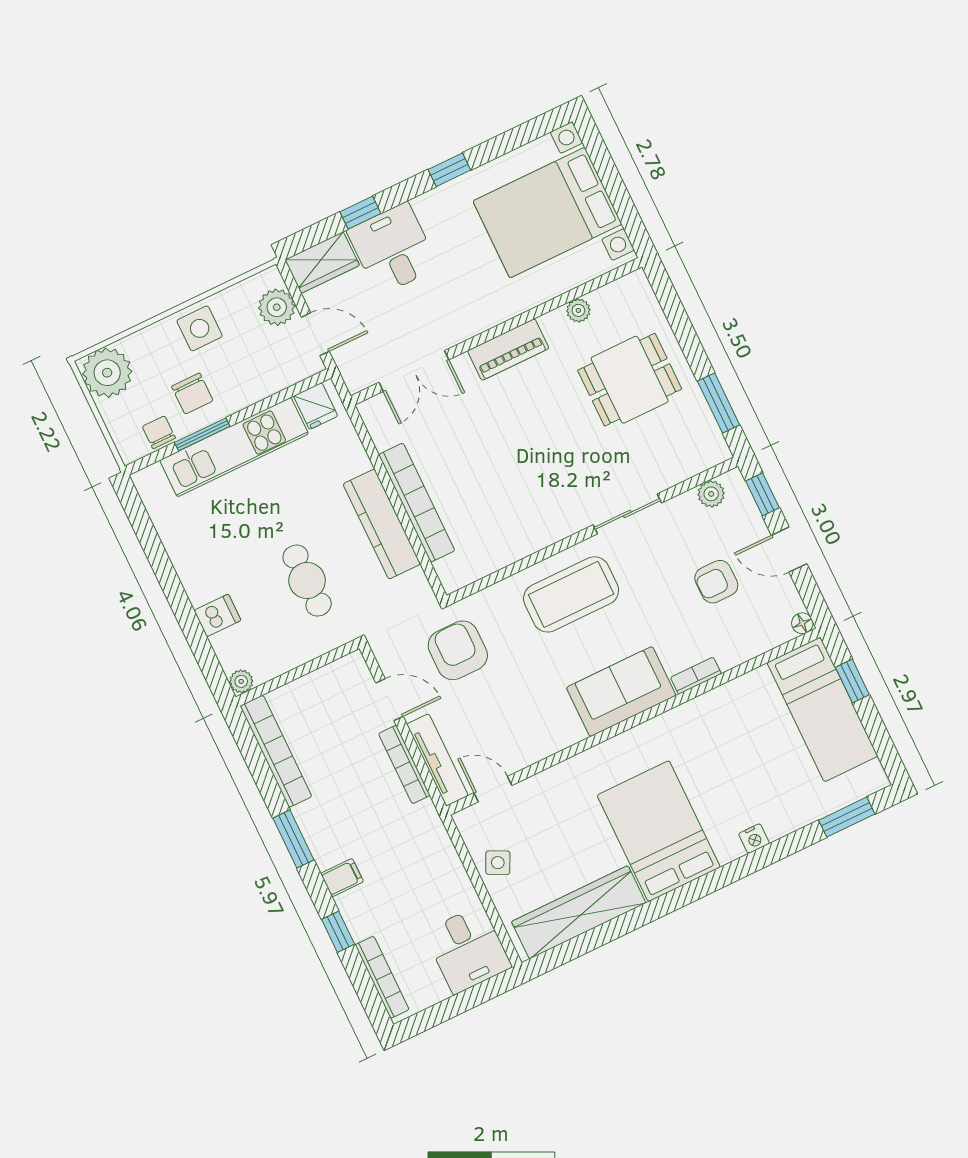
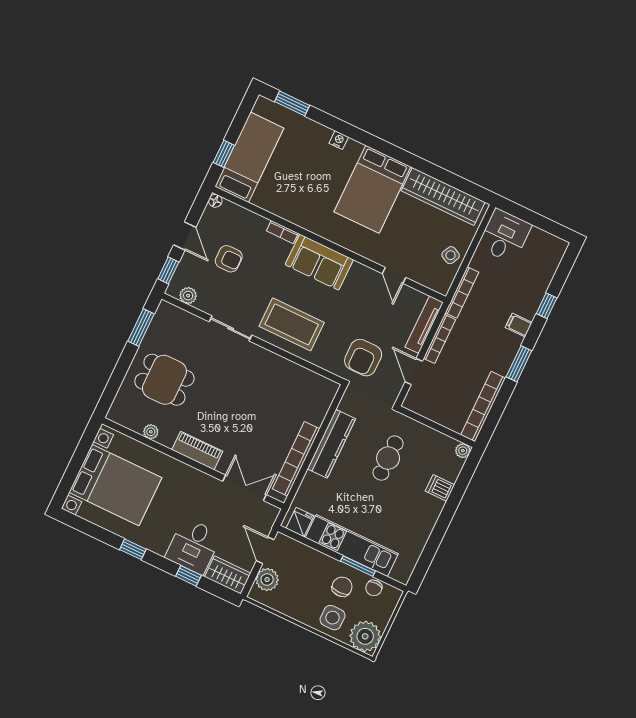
side table: (200, 328) -> (333, 618), moved
bookcase: (417, 503) -> (296, 459), moved
door: (493, 789) -> (394, 275), moved
bookcase: (382, 977) -> (462, 292), moved, turned 180

